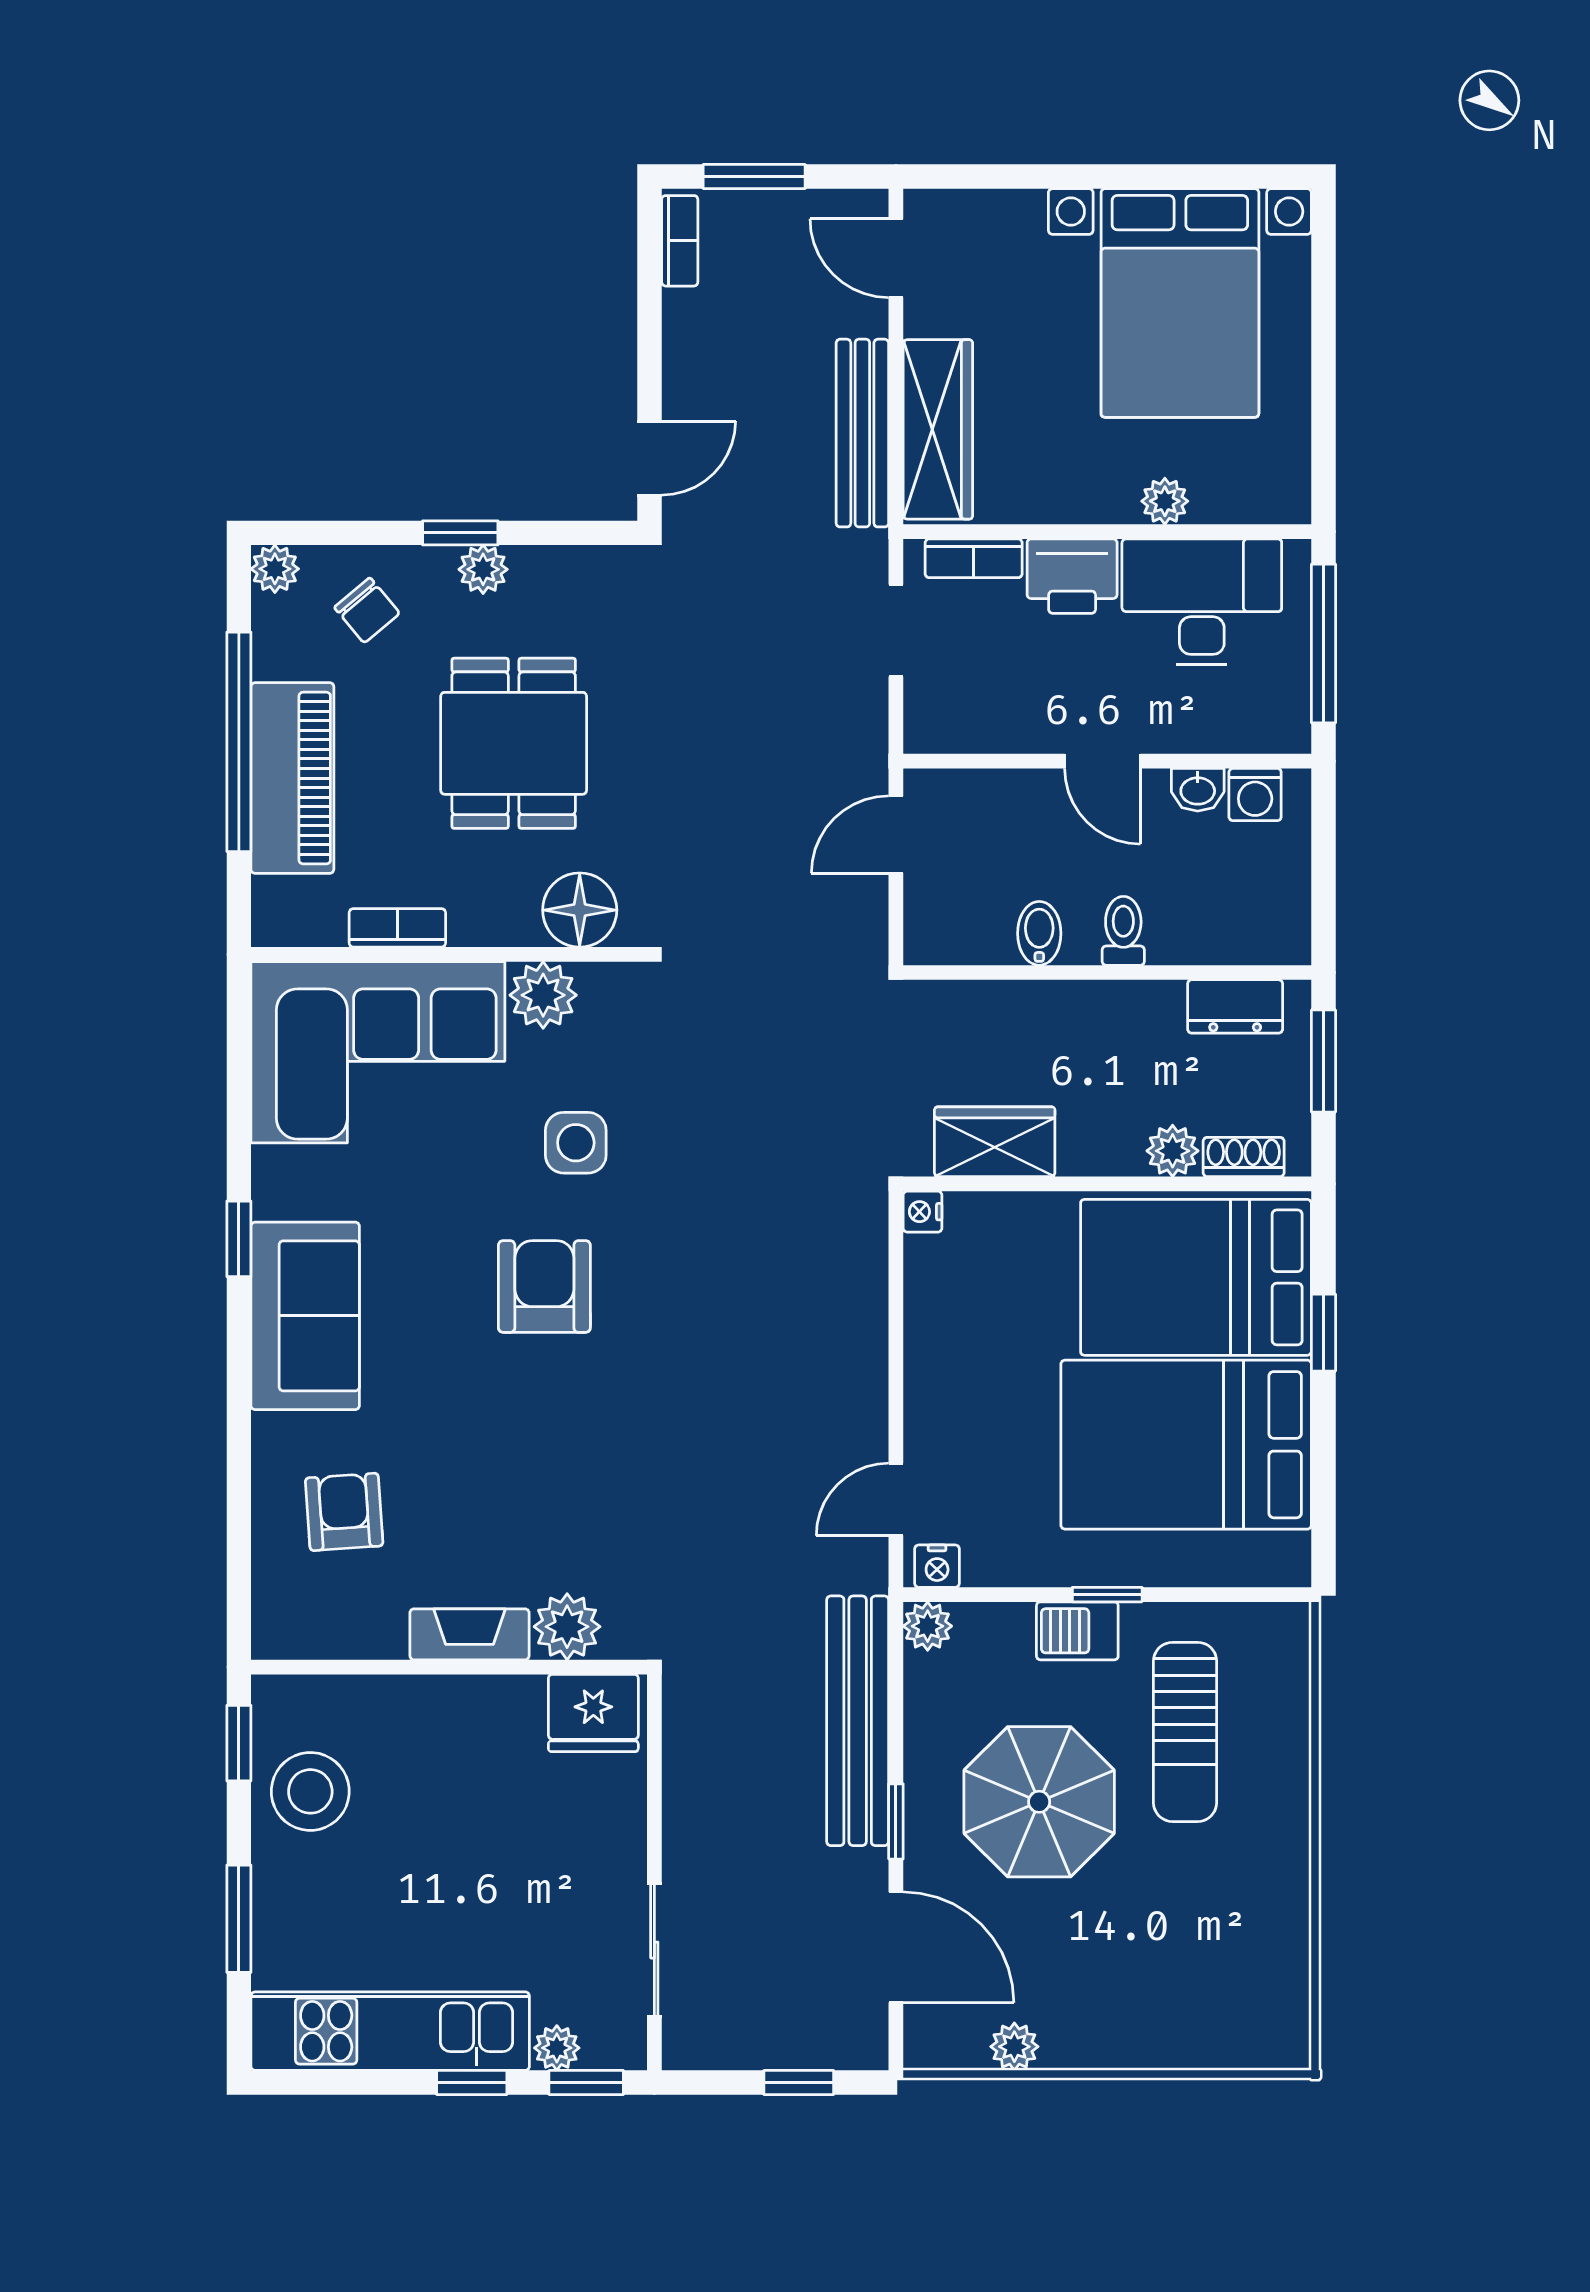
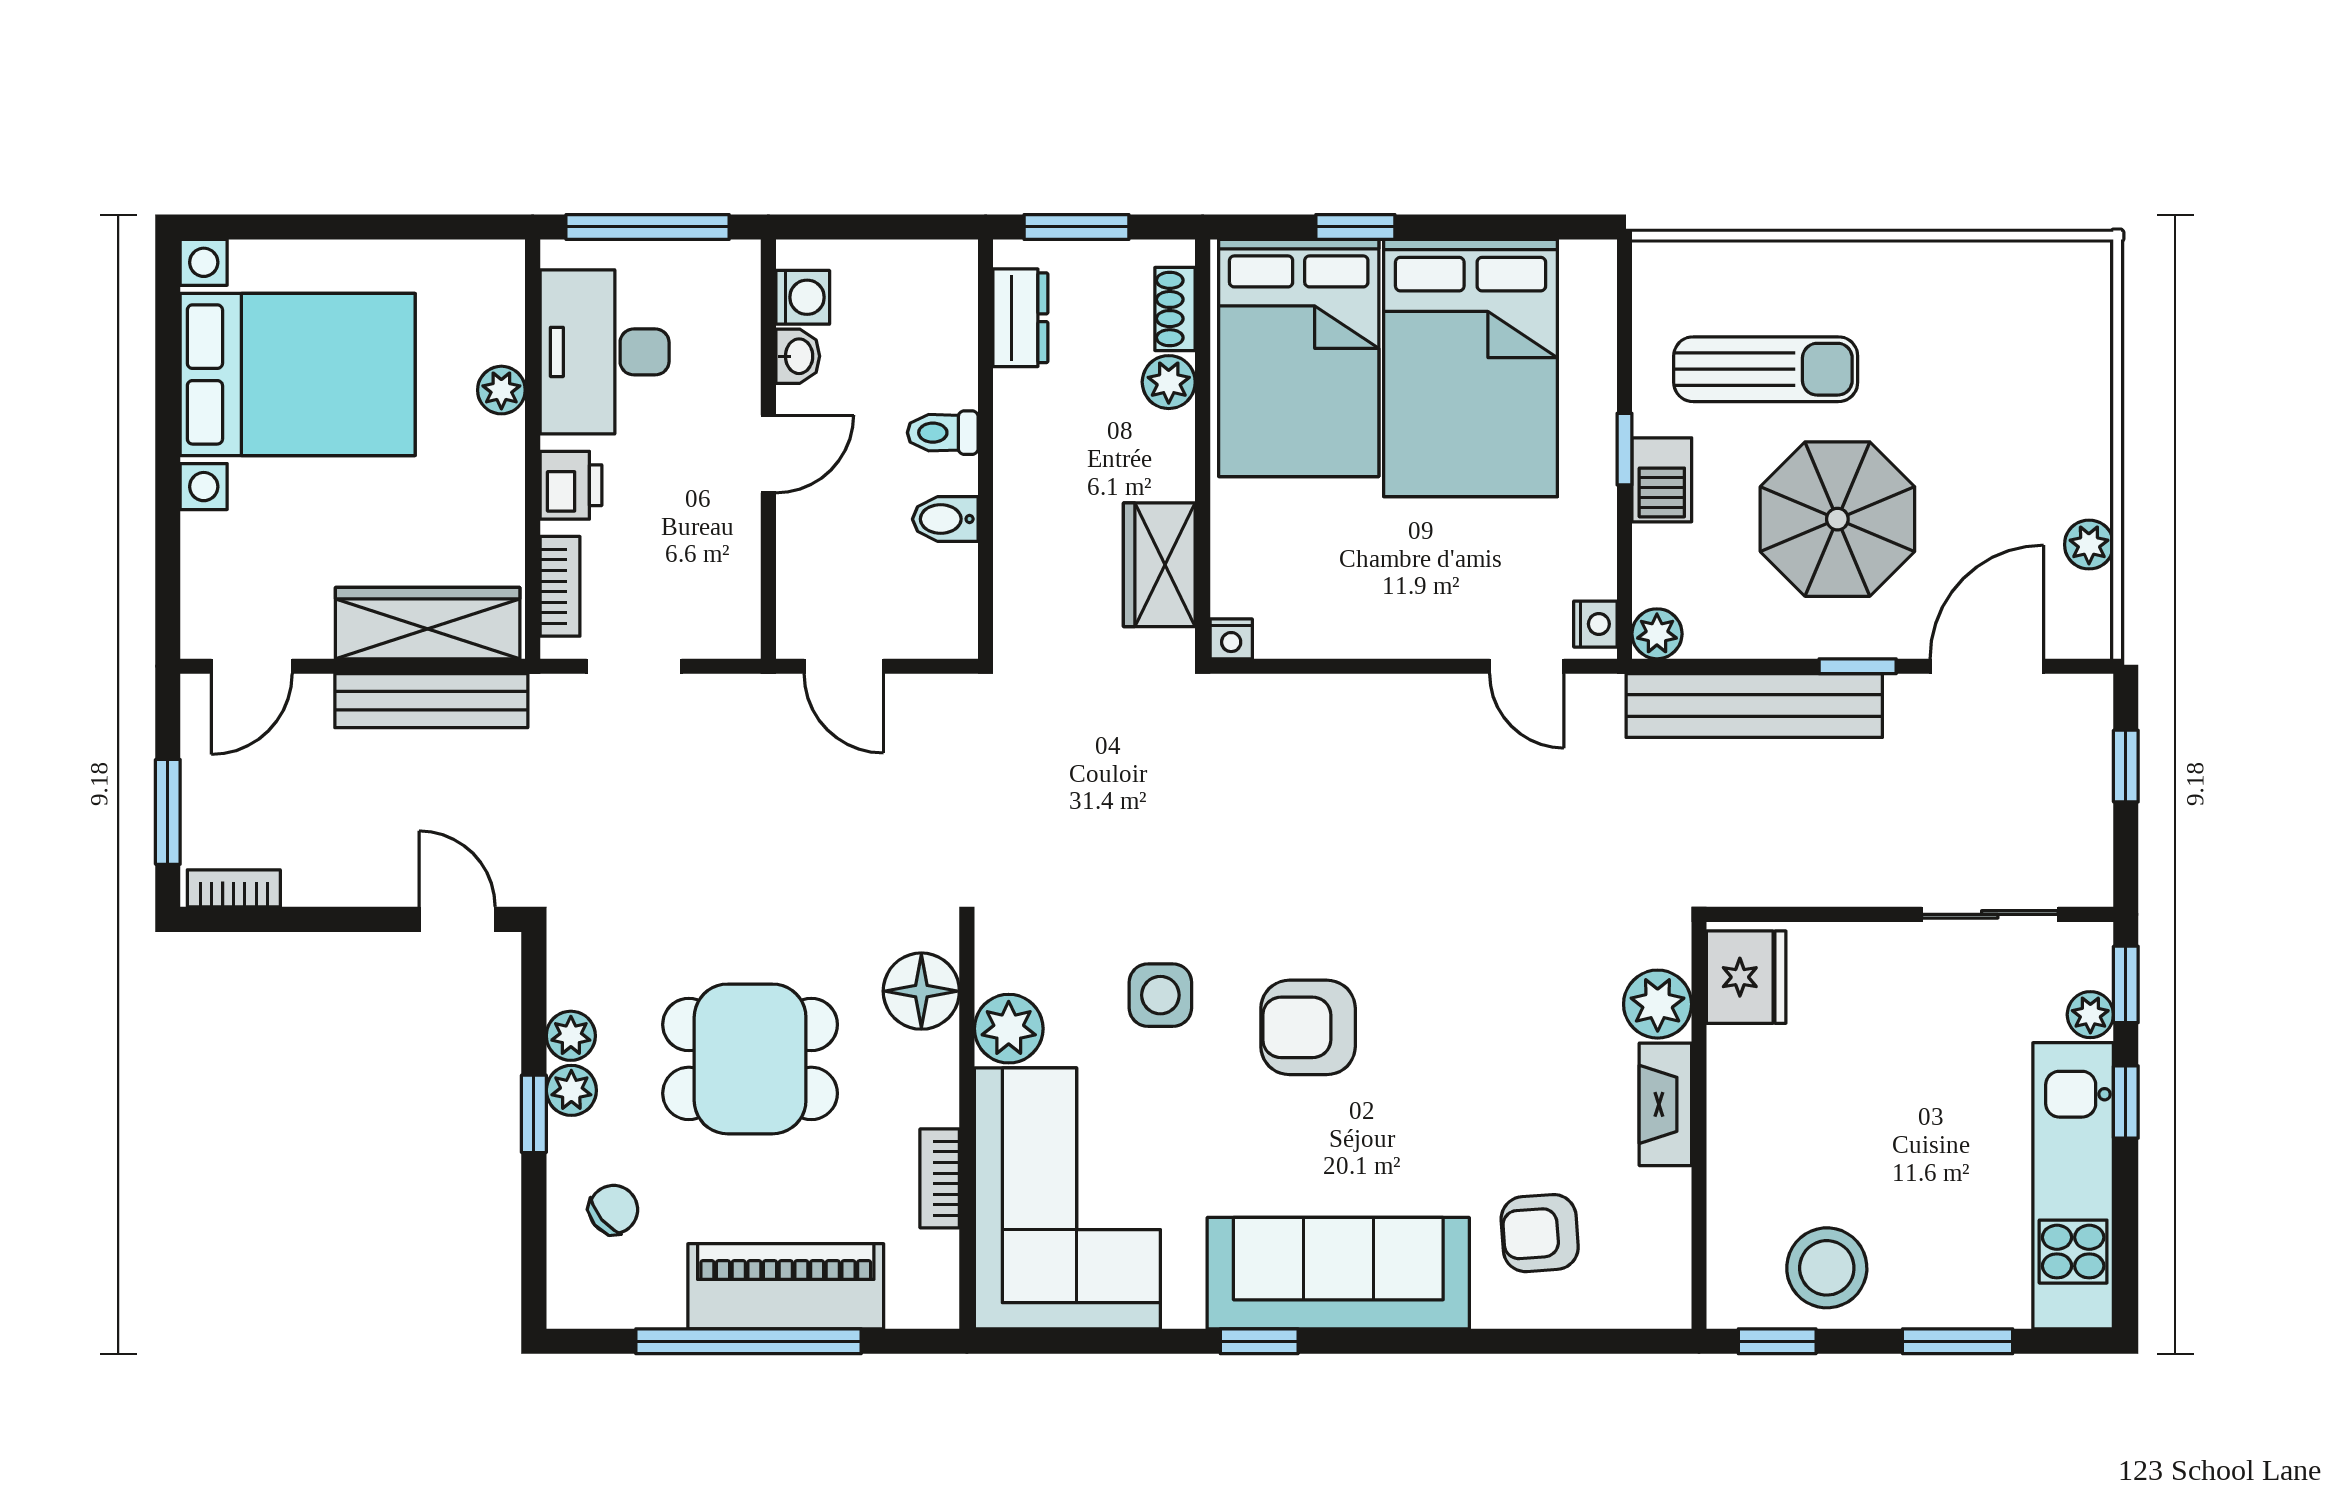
plant: (275, 569) -> (571, 1036), moved
printer: (1072, 576) -> (571, 485), width x0.73, depth x0.81
sofa: (305, 1316) -> (1338, 1273), width x1.36

